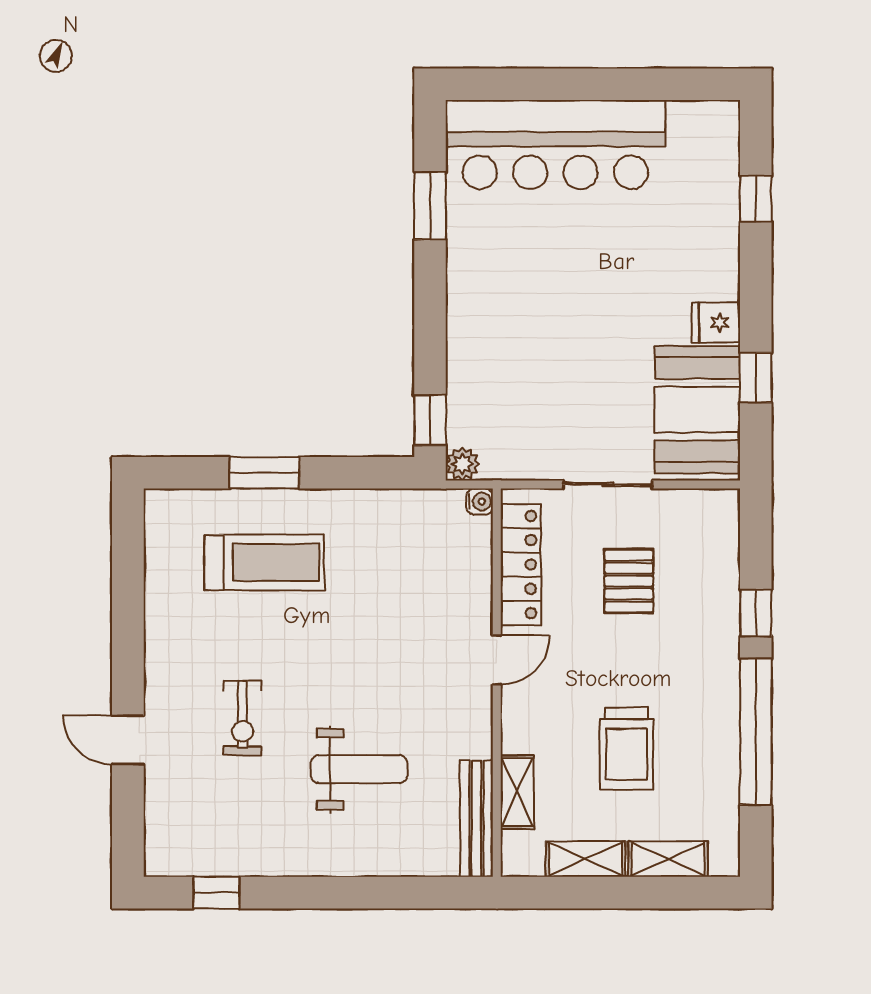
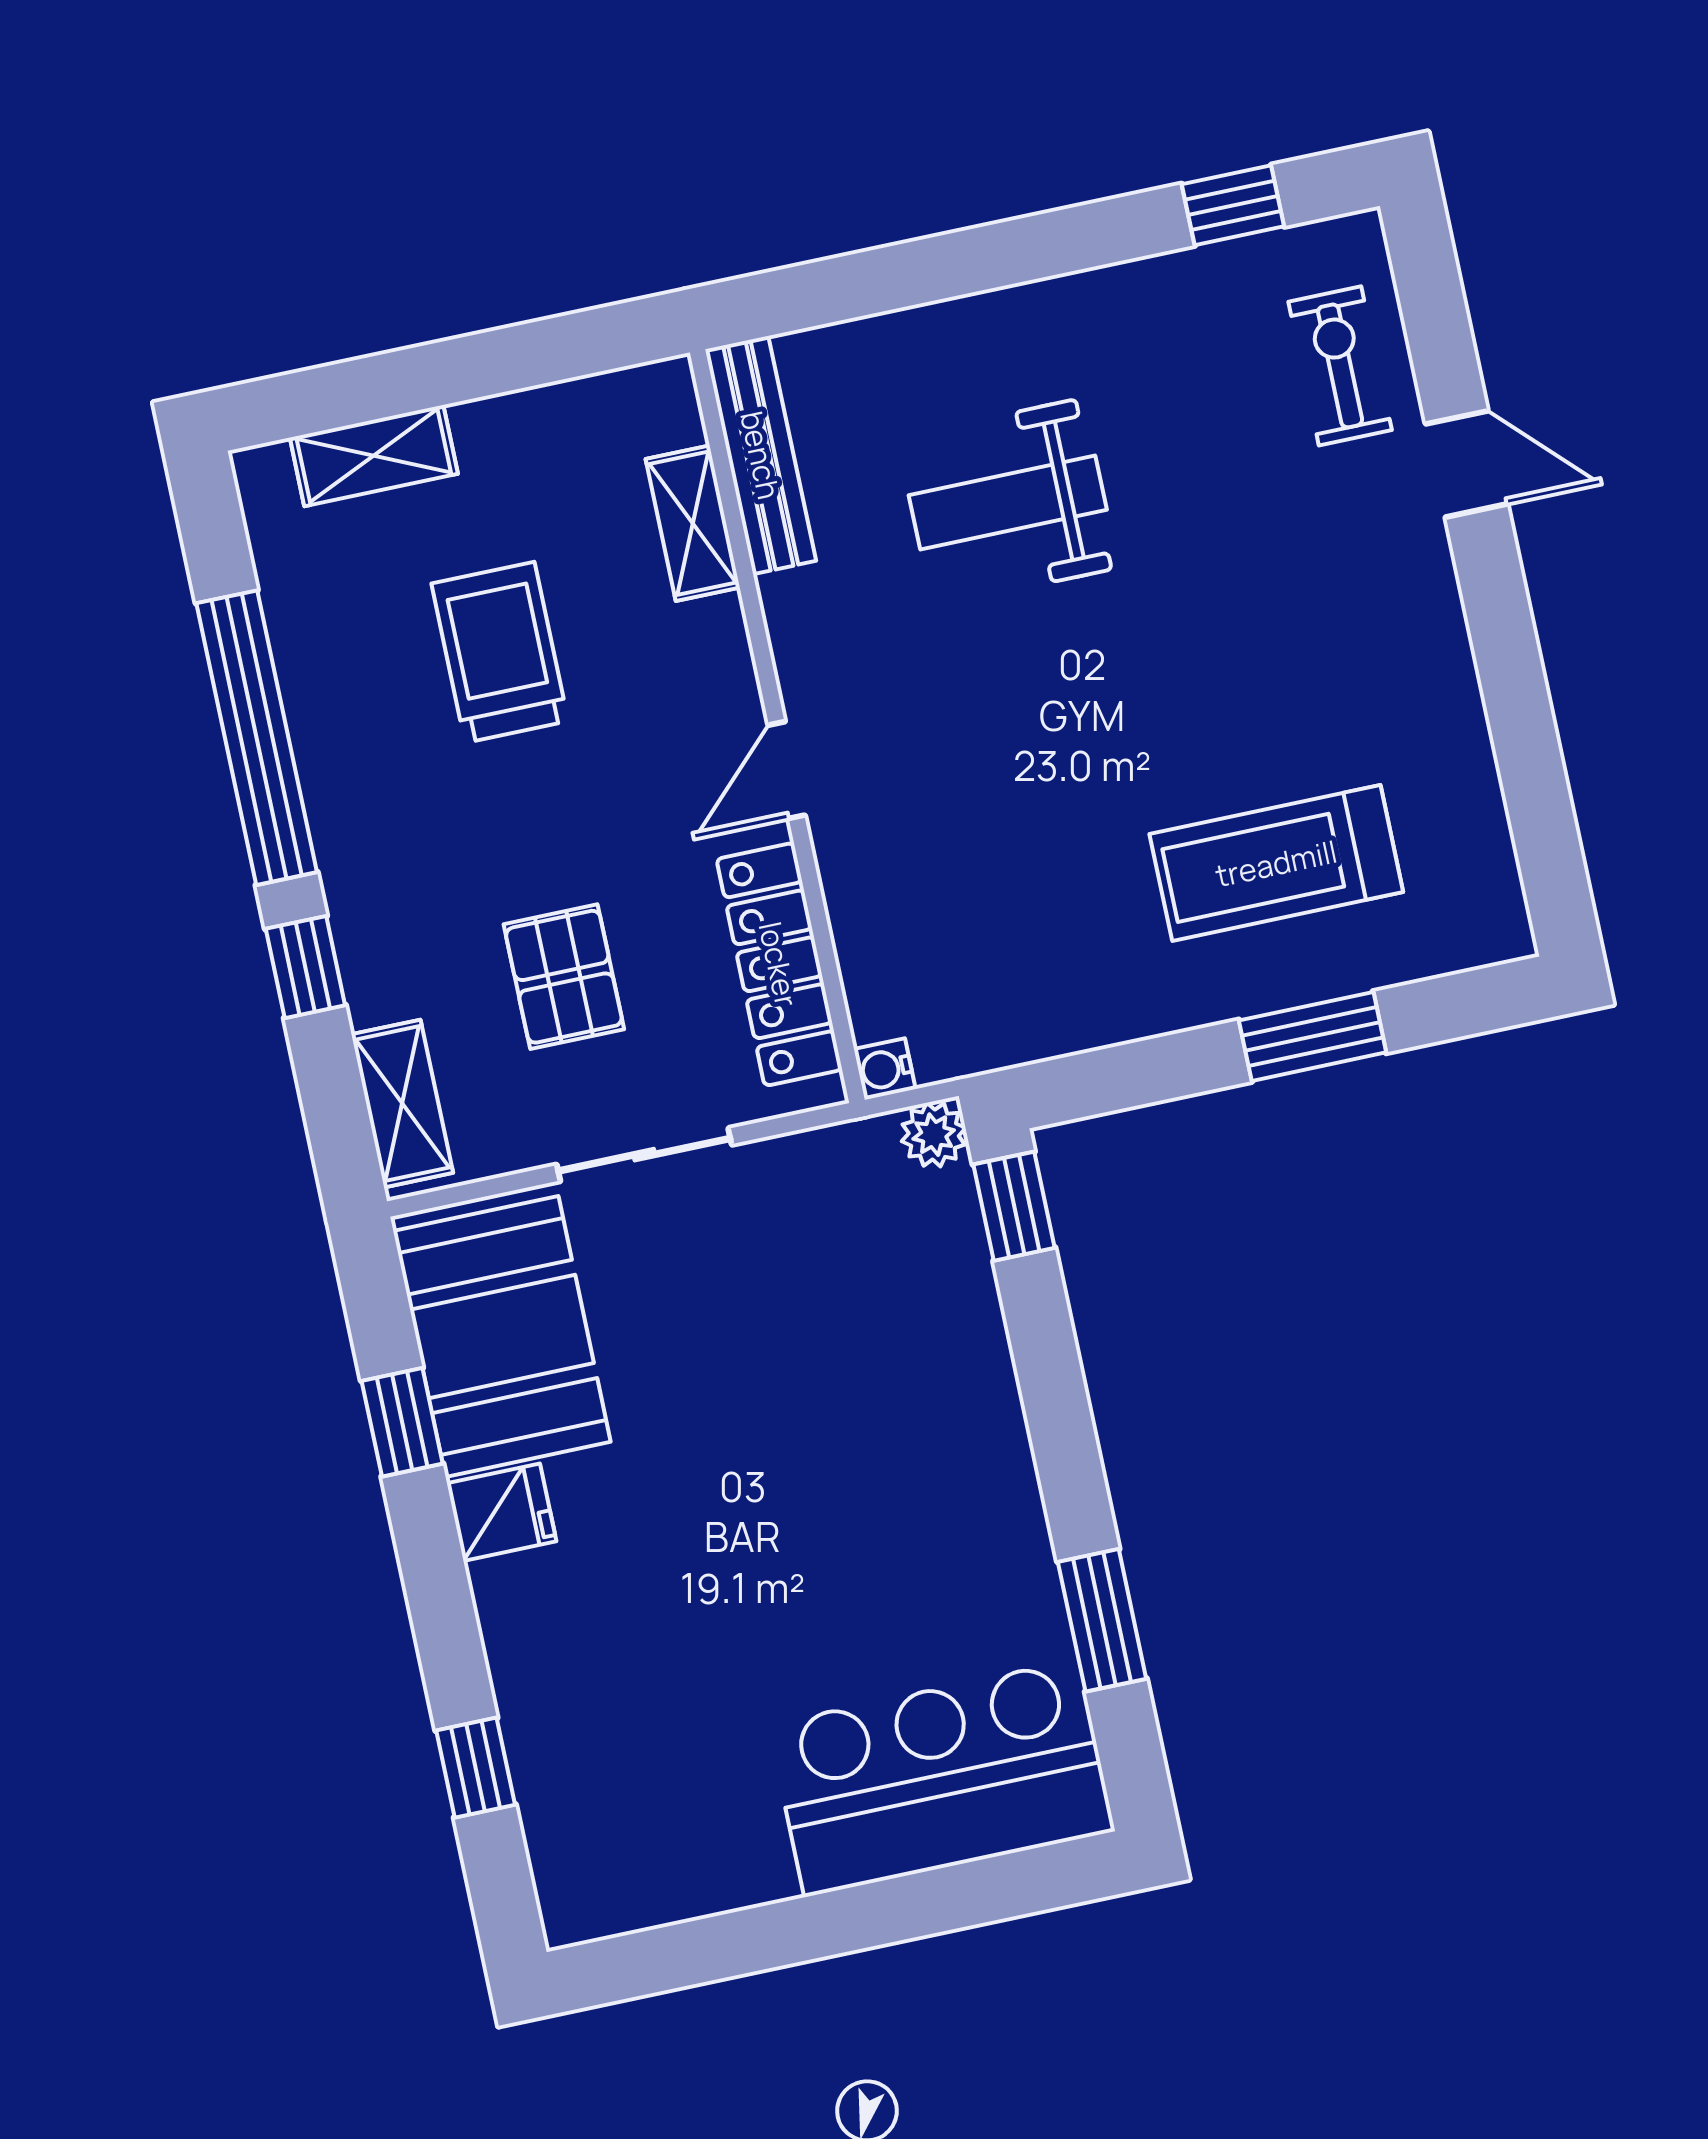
bar counter: (555, 145) -> (942, 1778), width x0.73
exercise bike: (243, 718) -> (1340, 366), moved
shelving: (586, 859) -> (402, 1104), moved, turned 90

